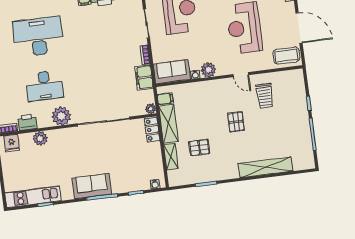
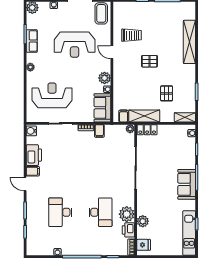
desk: (38, 37) -> (60, 212), width x0.73, depth x0.77
door: (241, 75) -> (112, 52), swing flipped
filing cabinet: (144, 77) -> (99, 131), width x0.50
plant: (61, 116) -> (127, 214), moved
shelving: (171, 157) -> (185, 117), moved

